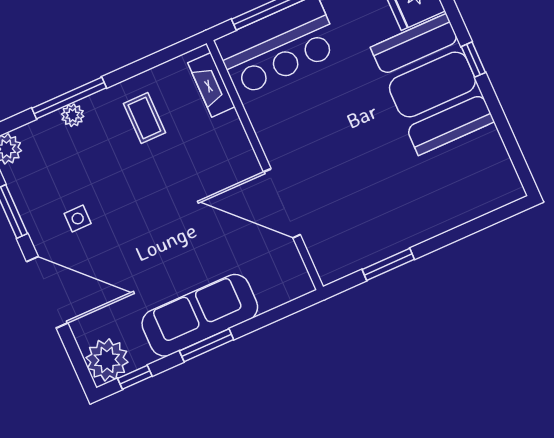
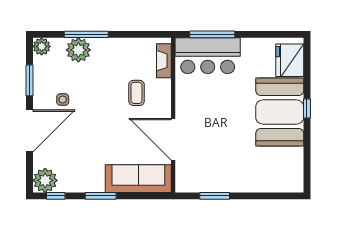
plant: (73, 115) -> (78, 50), width x1.87, depth x1.87
coffee table: (144, 118) -> (137, 93), moved
door: (47, 292) -> (30, 131), hinge flipped
sofa: (200, 315) -> (138, 179), moved

